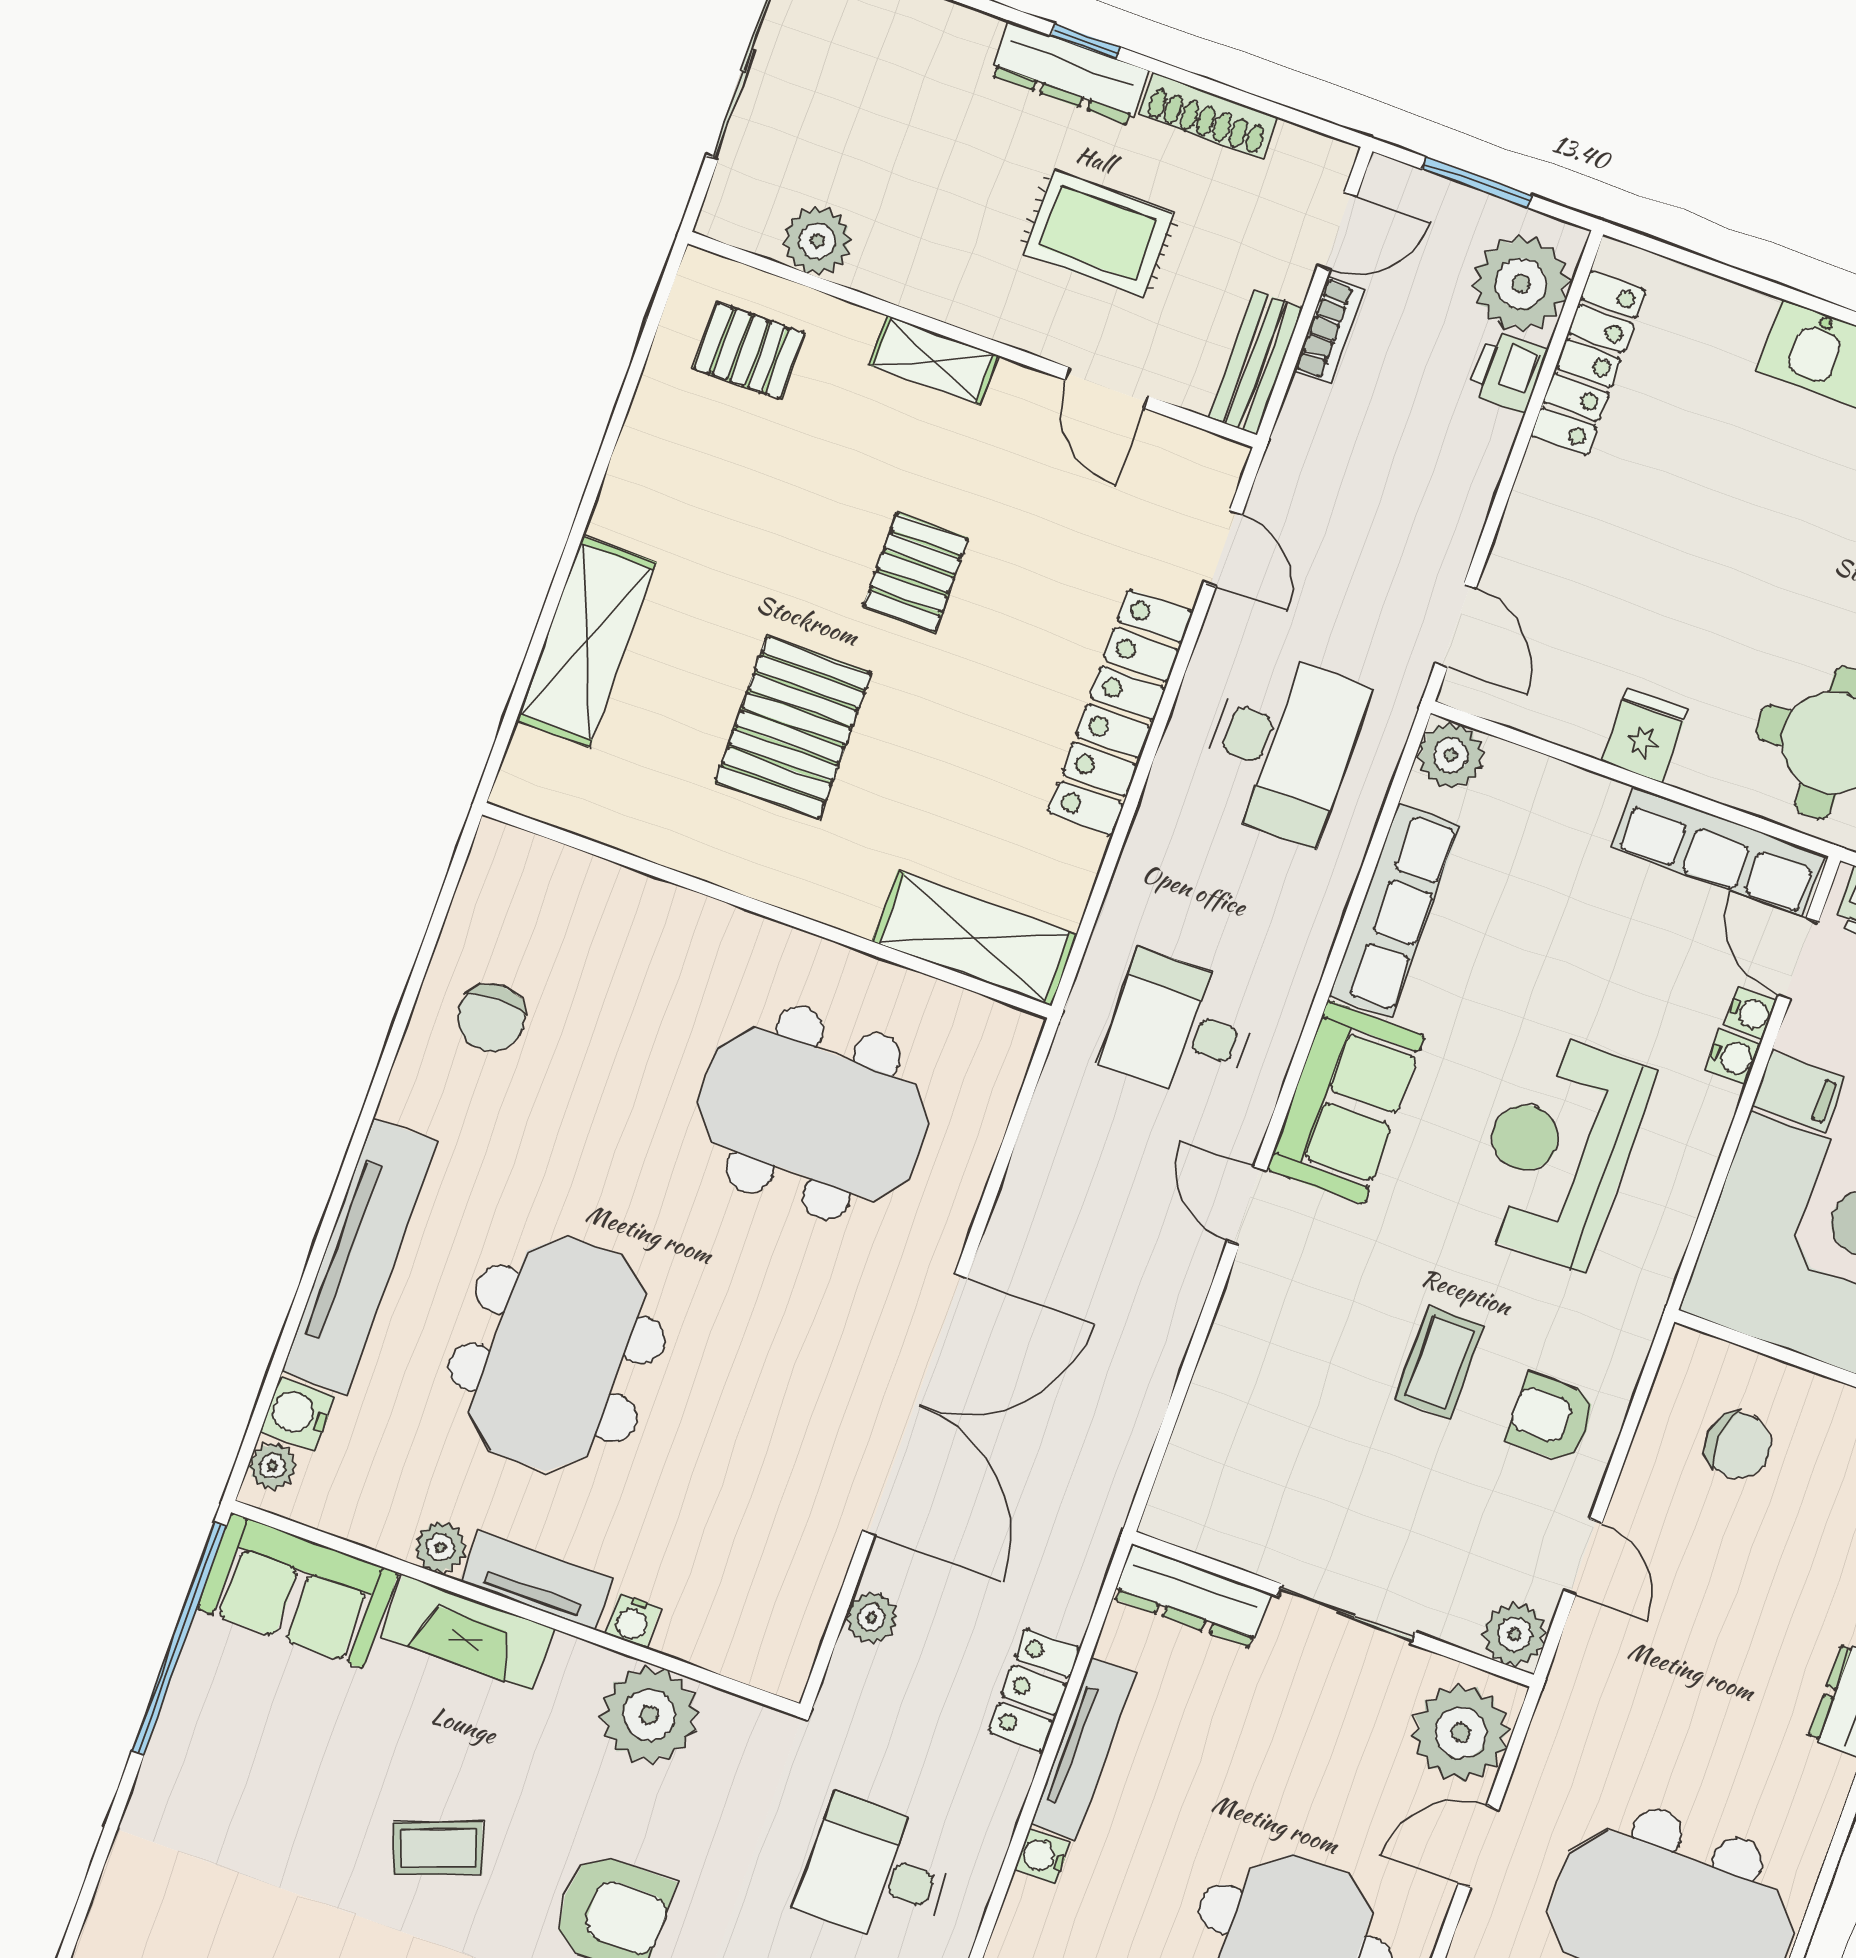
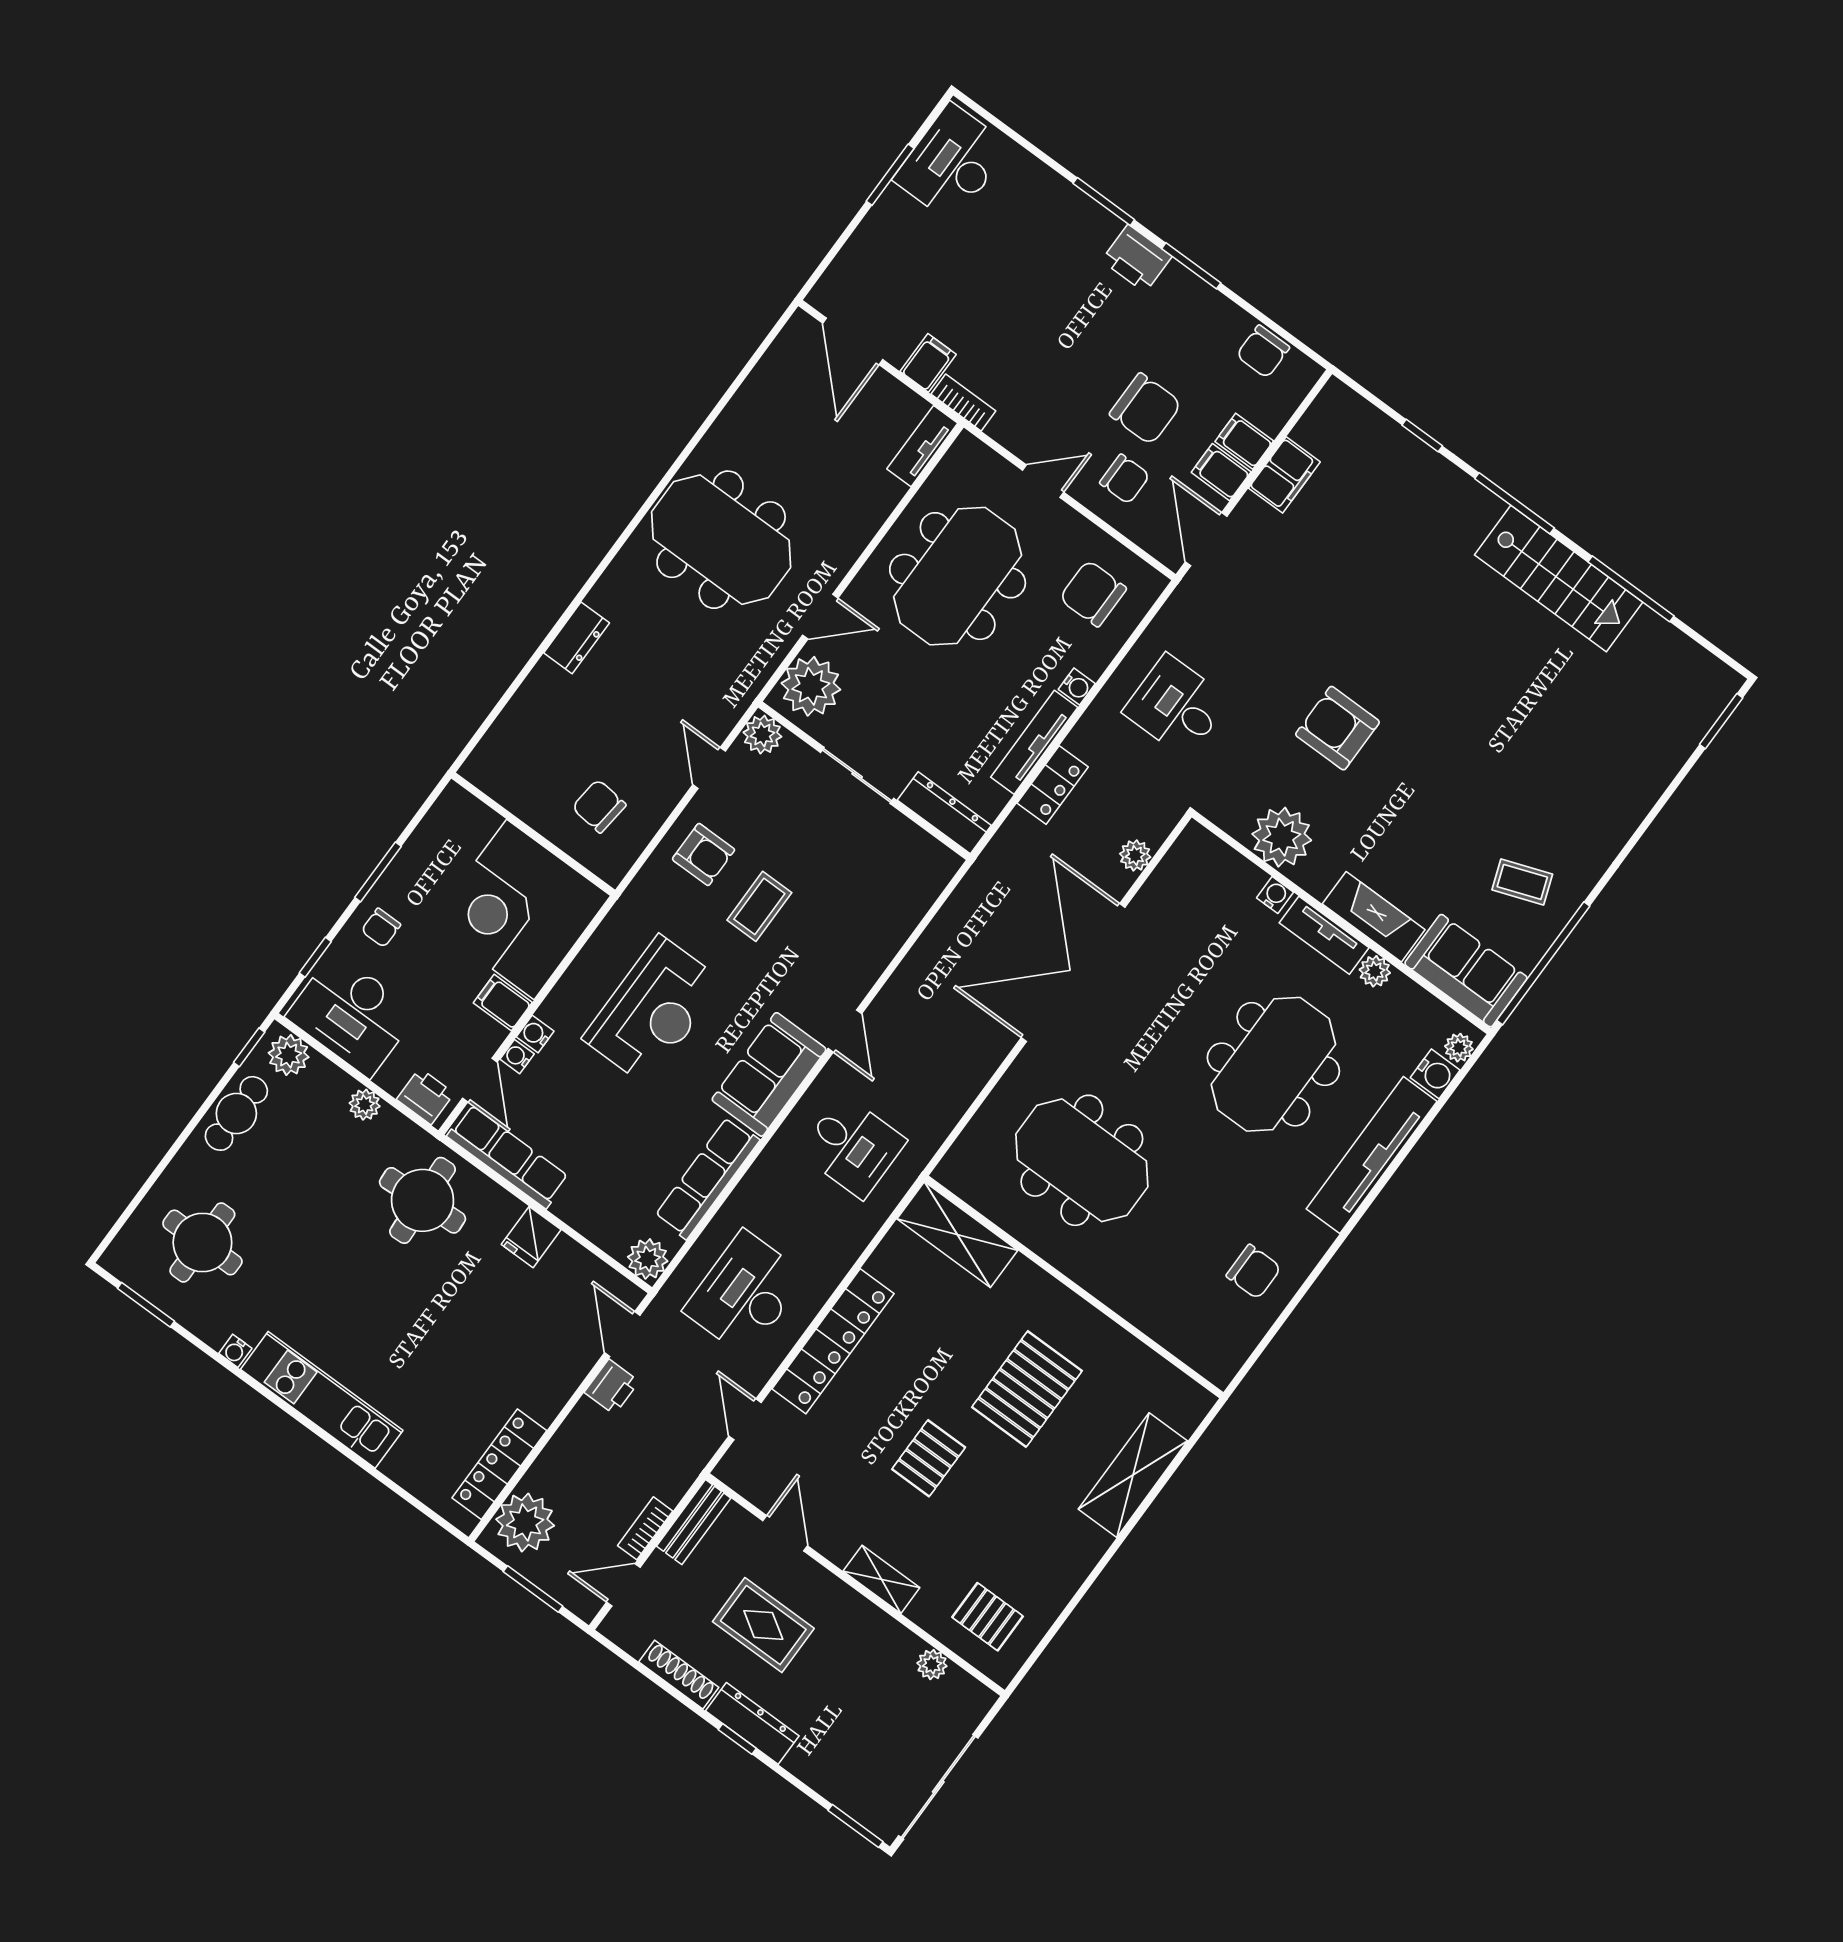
plant: (817, 241) -> (932, 1665), width x0.73, depth x0.73
printer: (1507, 372) -> (612, 1387), moved
chair: (491, 1018) -> (1254, 1272), turned 90
coffee table: (438, 1848) -> (1522, 882), moved
desk: (877, 1872) -> (1176, 706), turned 180

